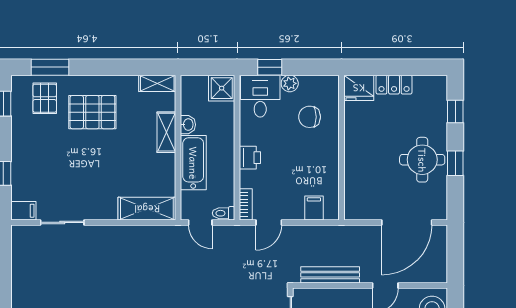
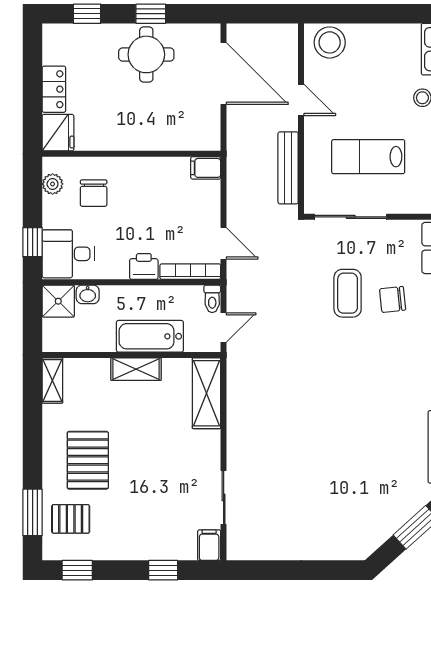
plant: (290, 83) -> (53, 184), moved
washbasin: (188, 125) -> (88, 294), moved, turned 180
shelving: (166, 132) -> (136, 369), moved
bookcase: (246, 204) -> (190, 272), width x1.56
filing cabinet: (314, 208) -> (206, 168), moved

